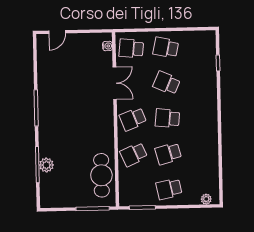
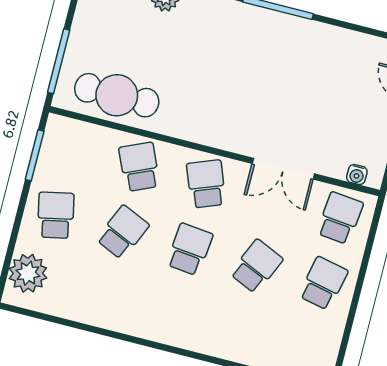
school desk: (168, 154) -> (123, 232), turned 39
plant: (206, 199) -> (28, 273), width x1.88, depth x1.88

